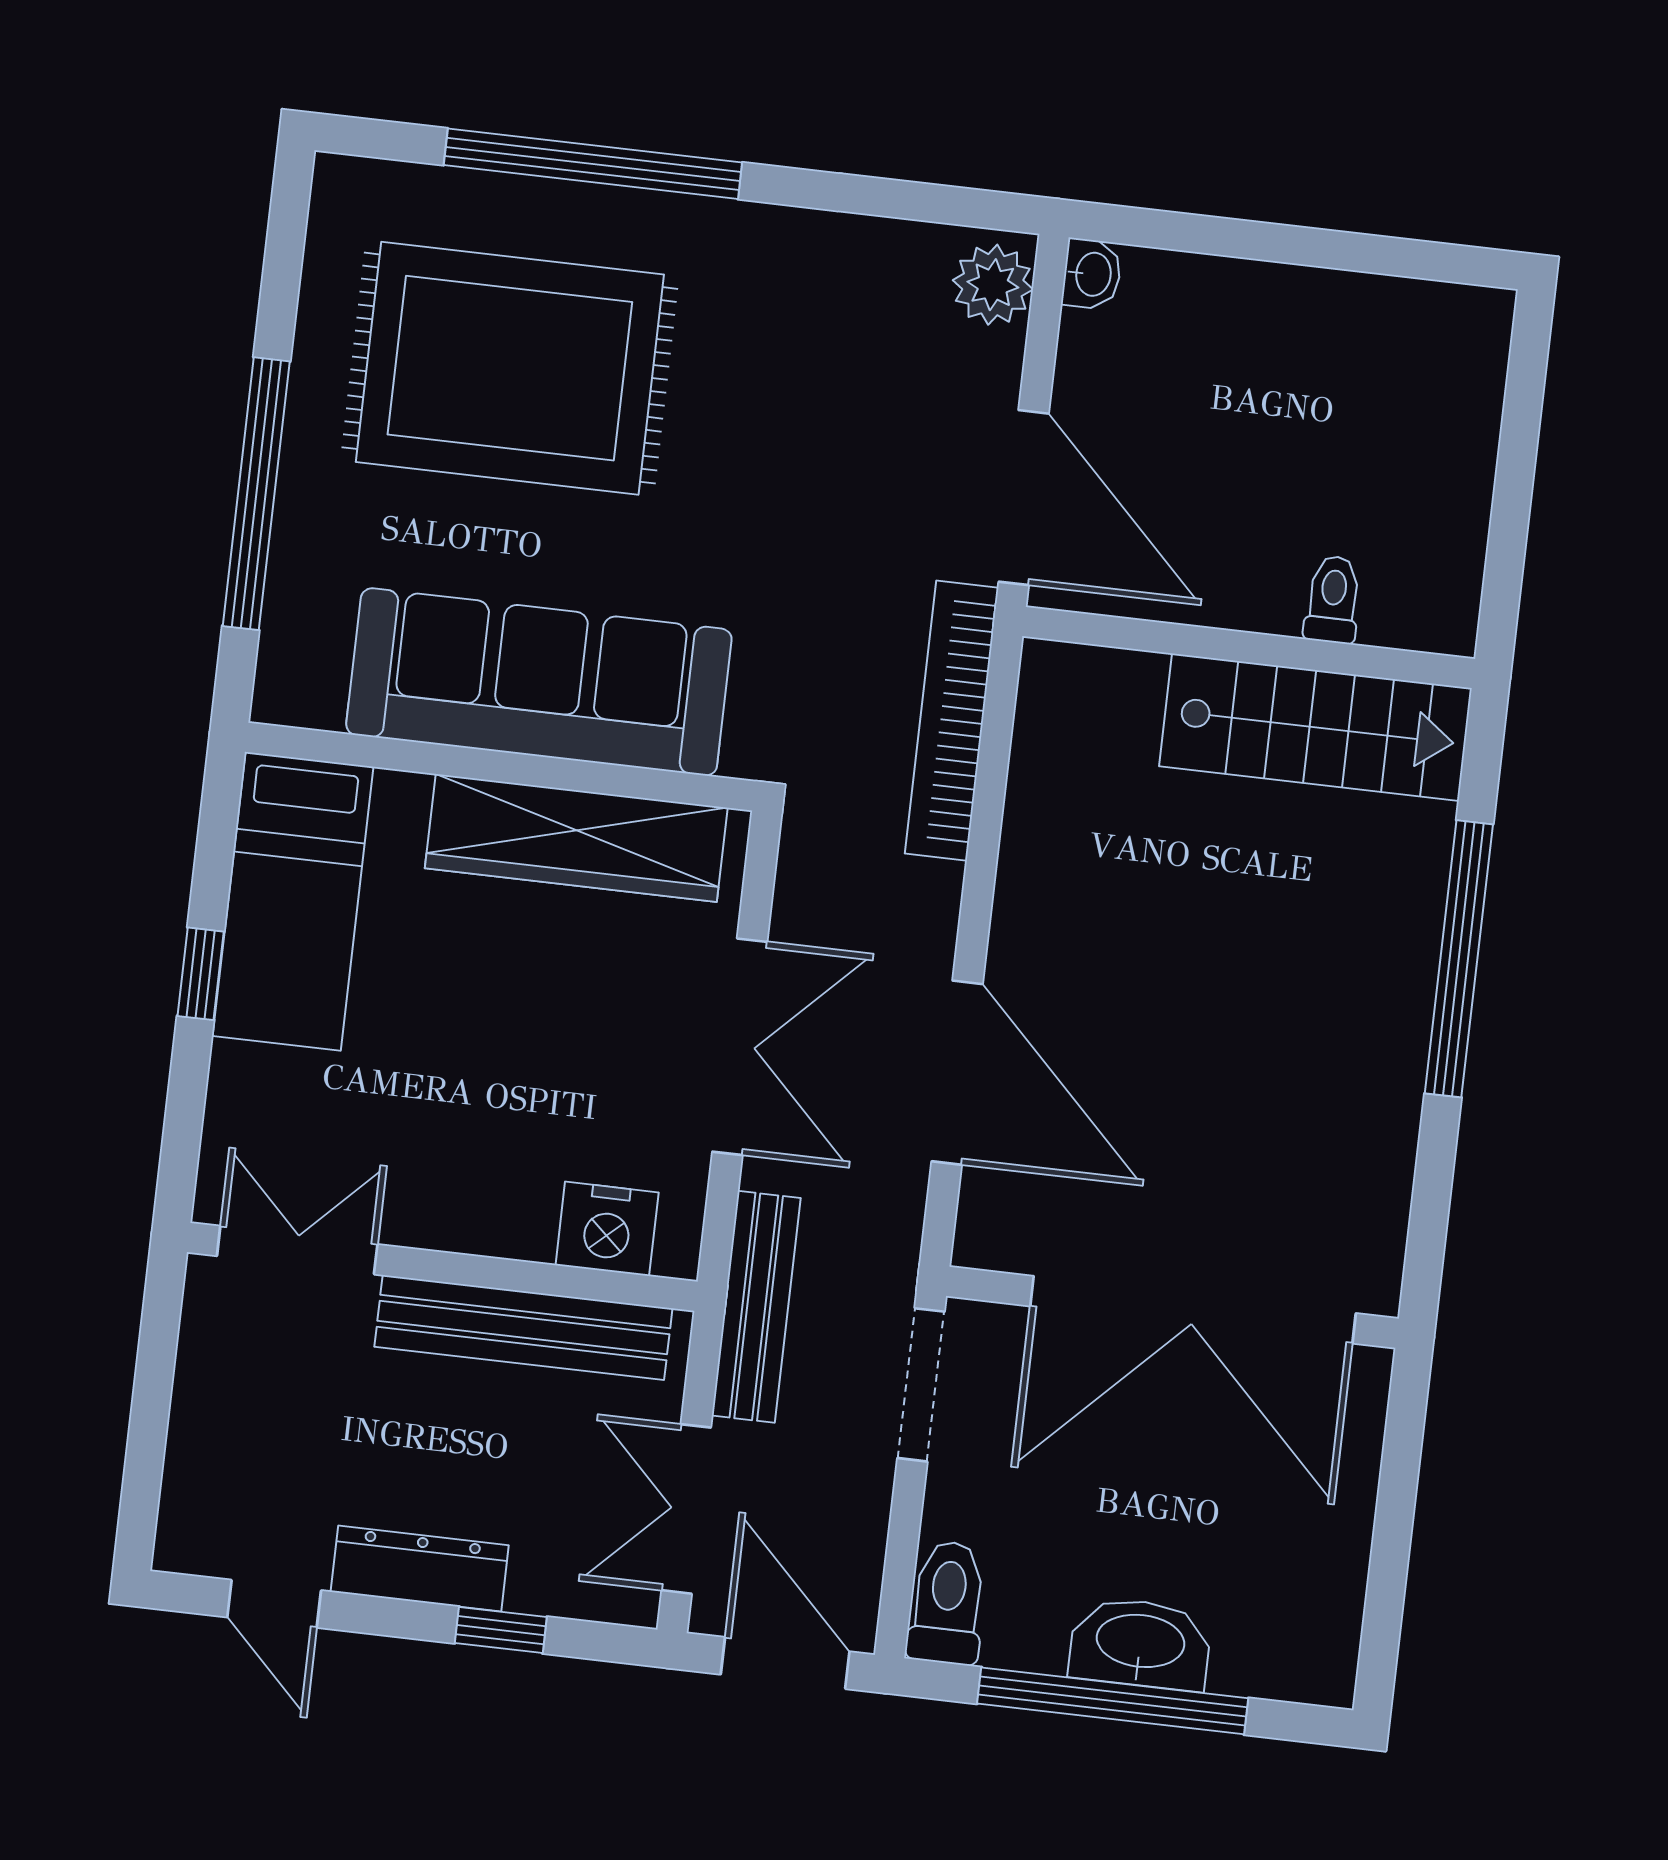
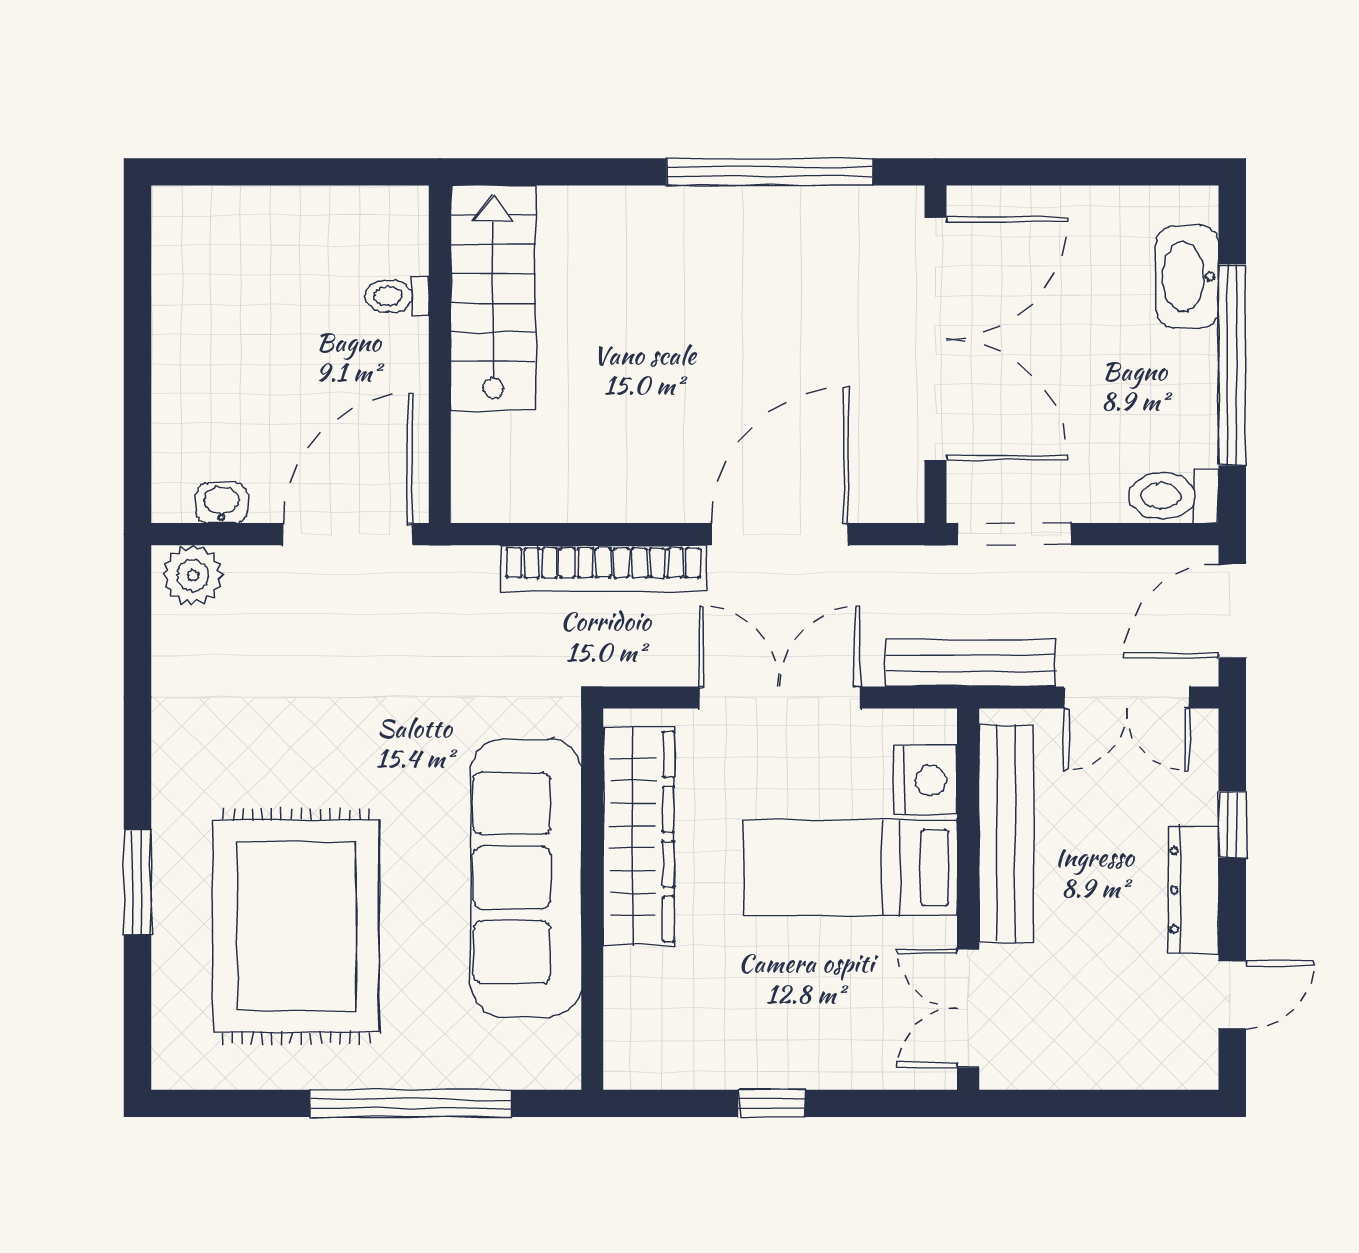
window: (593, 164) -> (137, 882), width x0.47
washbasin: (1092, 274) -> (221, 503), moved
bookcase: (952, 721) -> (603, 568), moved
bed: (293, 901) -> (850, 868), moved, turned 180
window: (1459, 959) -> (769, 172), moved
washbasin: (1140, 1643) -> (1187, 277), moved

